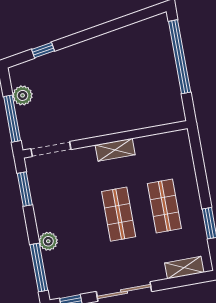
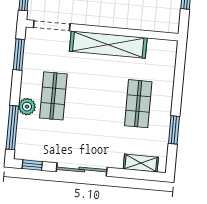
shelving: (115, 150) -> (108, 45), width x2.20, depth x1.33
shop shelf: (119, 214) -> (53, 96), moved

